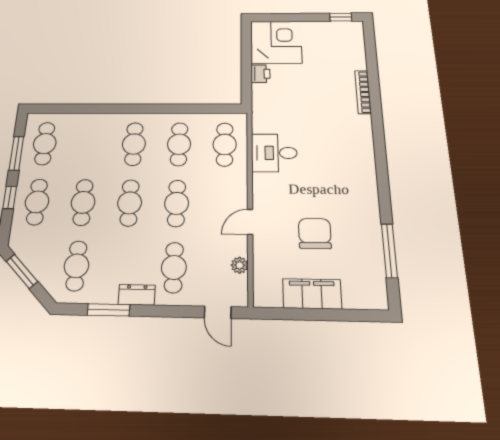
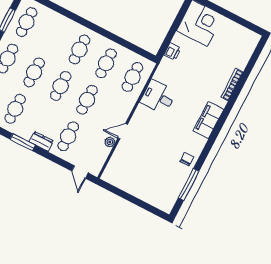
window: (341, 17) -> (250, 26), removed
printer: (260, 74) -> (172, 52), moved
chair: (315, 233) -> (187, 159), moved, width x0.54, depth x0.54
plant: (240, 265) -> (110, 142), moved
filing cabinet: (312, 294) -> (208, 120), moved, turned -90

